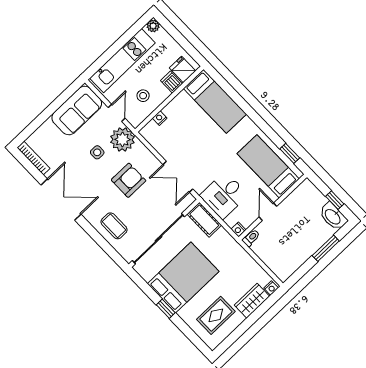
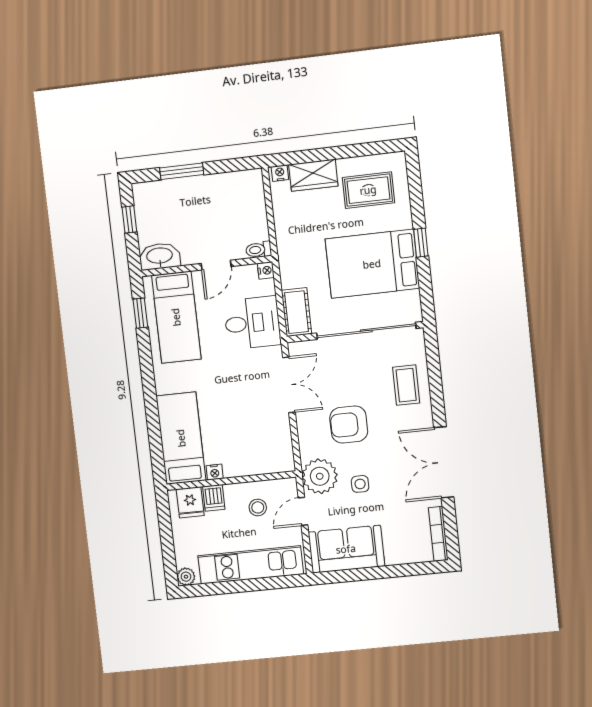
nightstand: (160, 118) -> (215, 472), moved
washbasin: (333, 216) -> (160, 256), moved, turned -90

